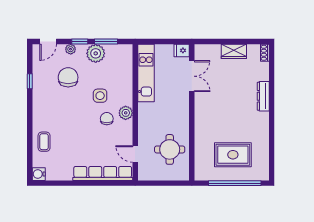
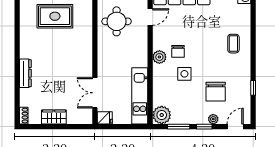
plant: (96, 53) -> (162, 115), moved
coffee table: (44, 142) -> (233, 44), moved
door: (135, 154) -> (150, 17), hinge flipped

